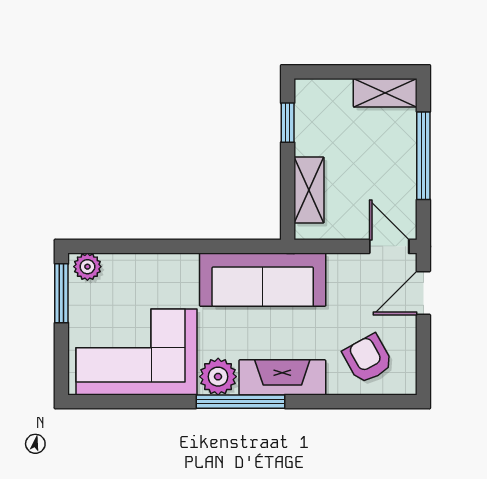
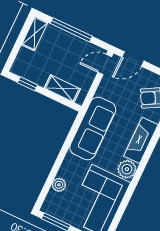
plant: (87, 267) -> (59, 185), moved
door: (423, 293) -> (133, 59), hinge flipped
window: (240, 402) -> (143, 164), removed

